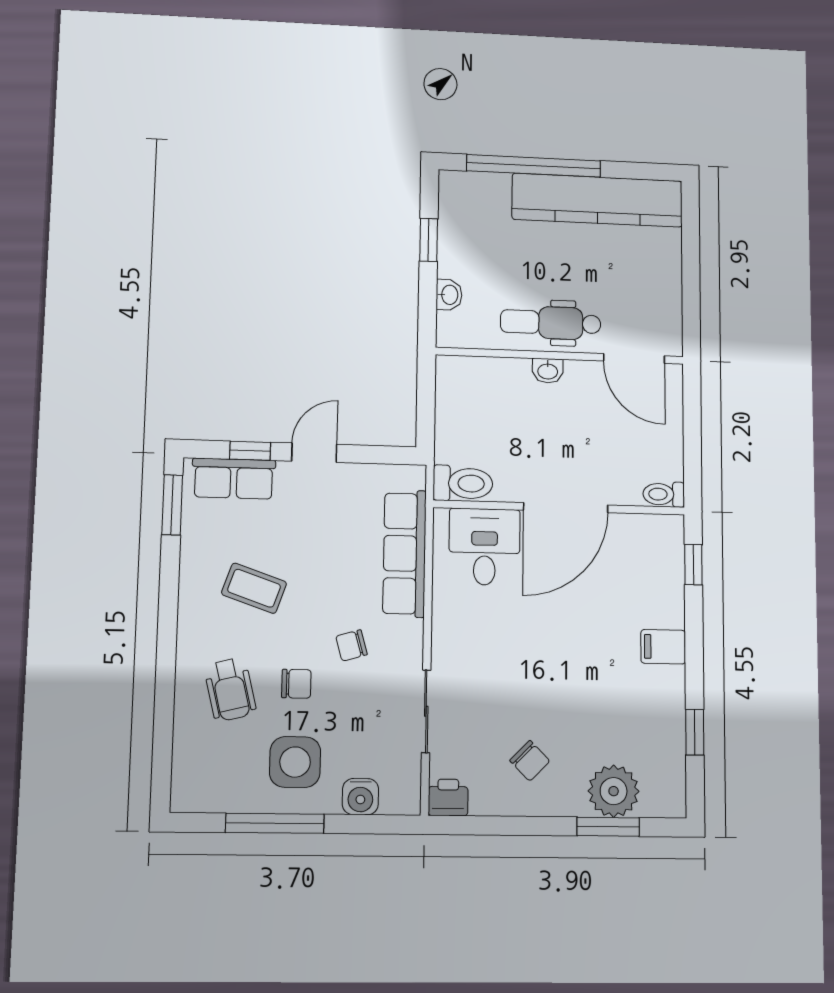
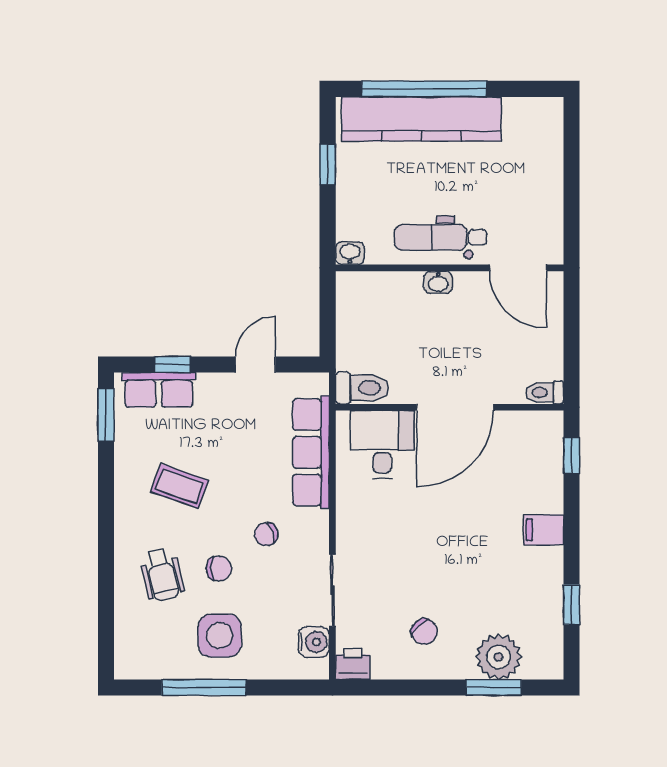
kitchen counter: (597, 200) -> (421, 119), moved
washbasin: (449, 295) -> (350, 253), moved, turned -90
door: (314, 453) -> (255, 364), moved
water cooler: (360, 797) -> (314, 642), moved, turned -90

